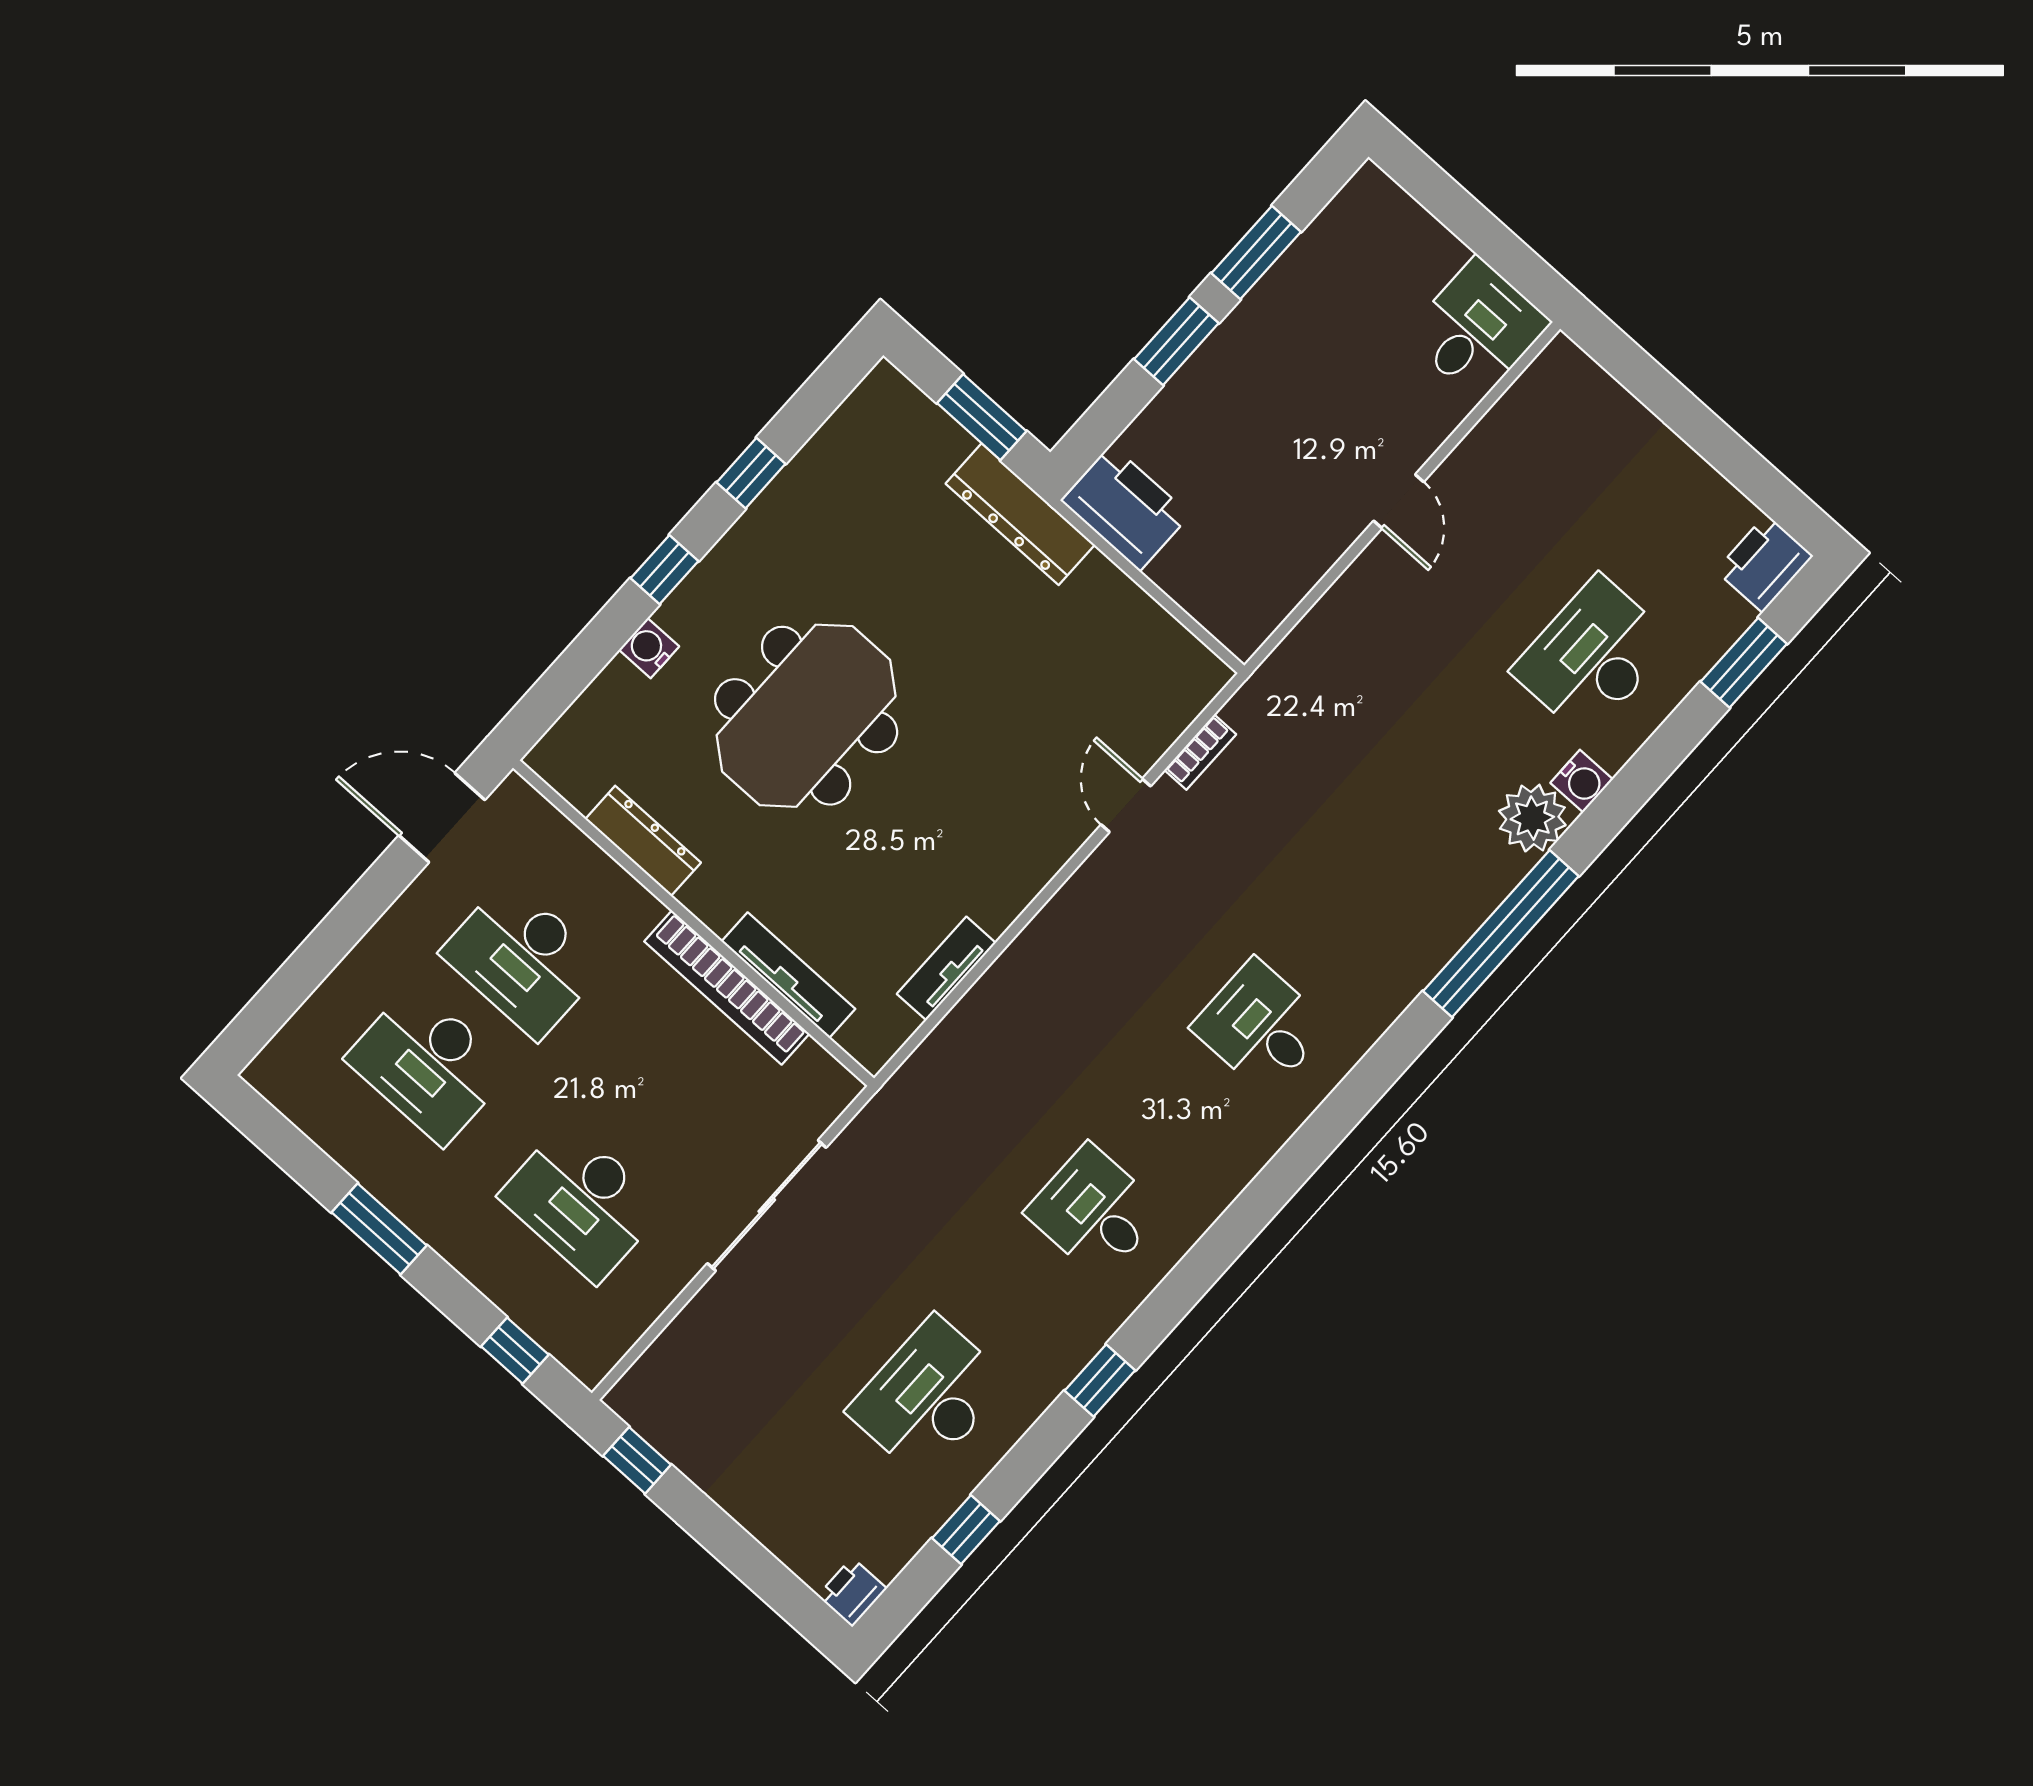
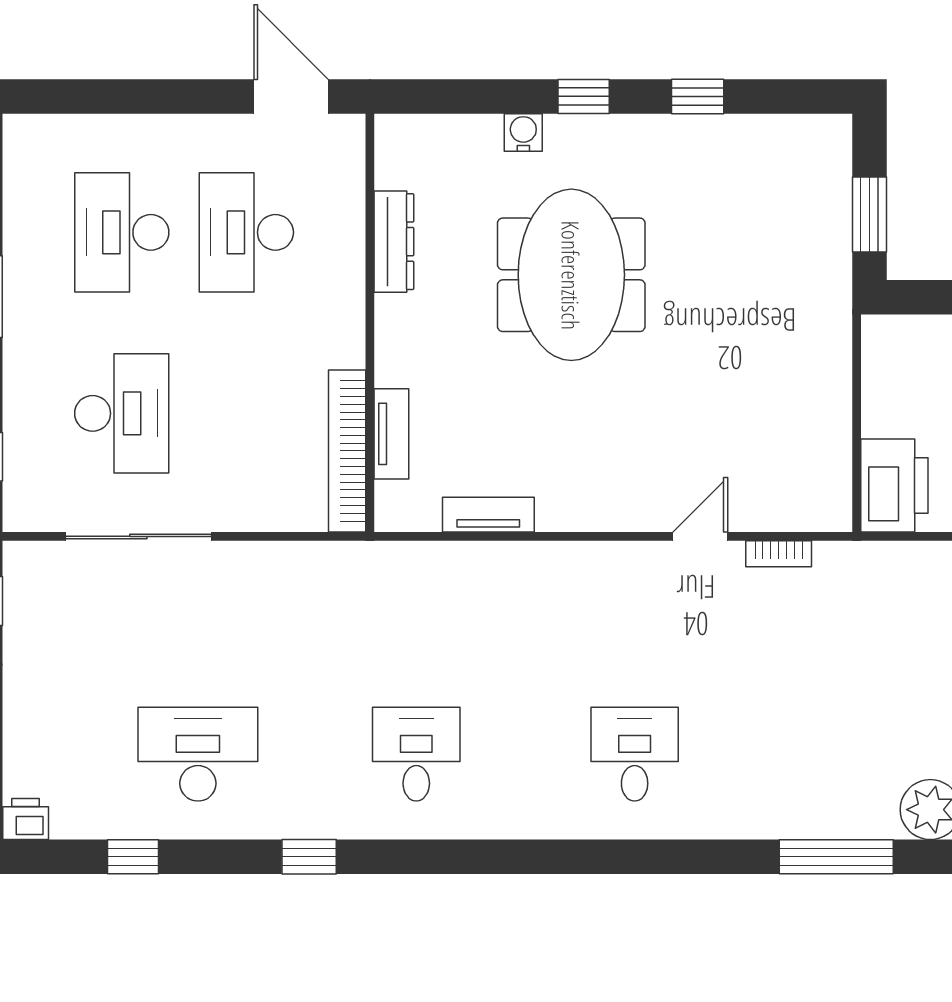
printer: (1126, 508) -> (894, 485), moved
dresser: (1020, 514) -> (829, 297), removed
meeting table: (806, 716) -> (571, 275), turned 90
window: (1501, 934) -> (836, 857), width x0.68
tv unit: (788, 975) -> (391, 434), width x0.71
bookcase: (727, 988) -> (347, 451), moved
desk: (582, 1202) -> (122, 413), turned 180
sliding door: (767, 1206) -> (138, 536), moved

